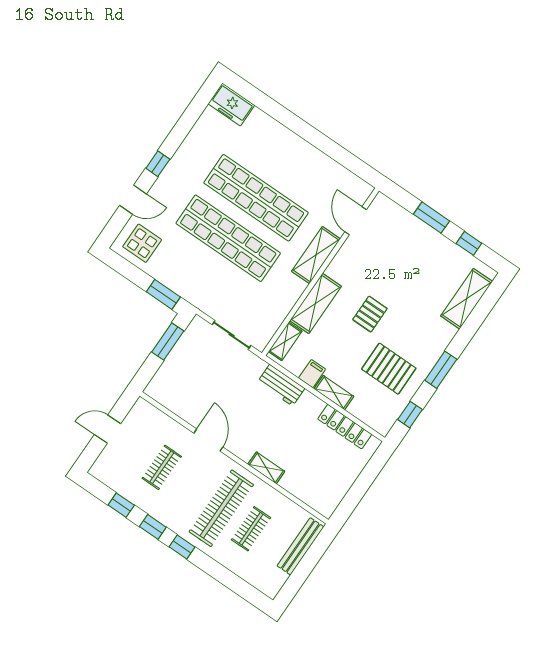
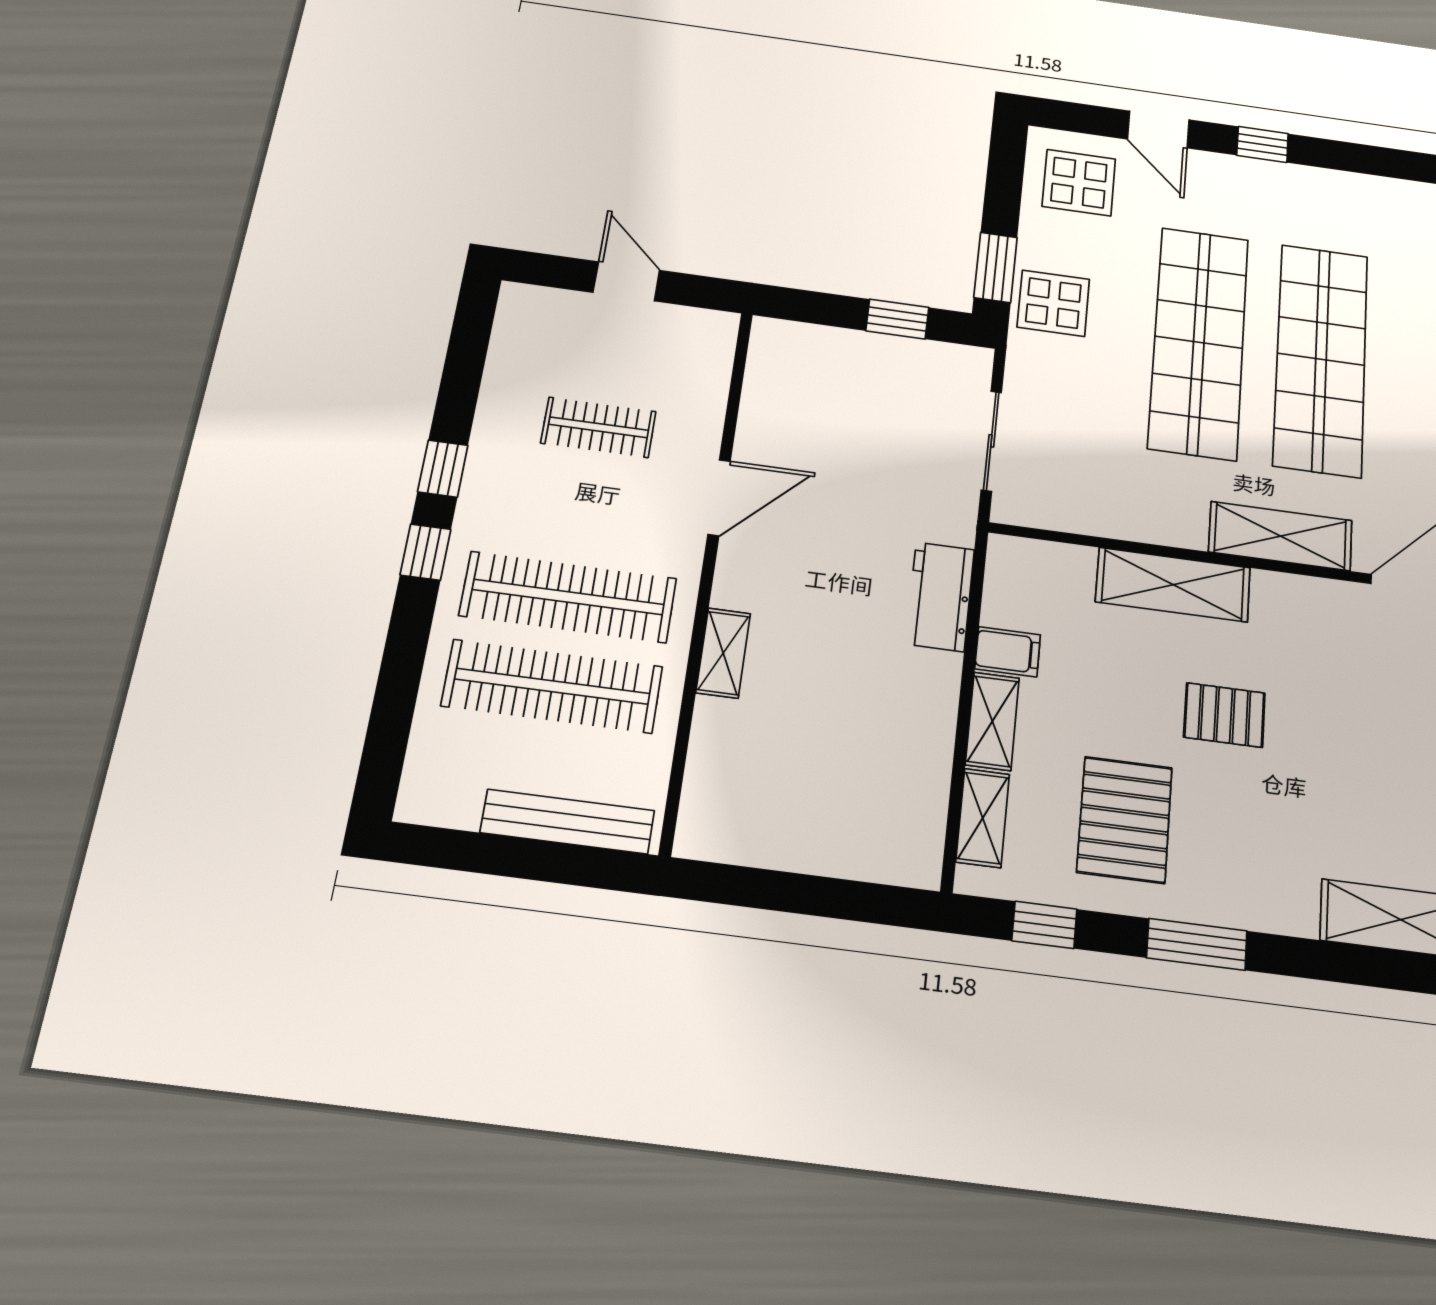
display table: (188, 282) -> (1053, 303), added
window: (168, 341) -> (897, 319), width x0.67
shelving: (285, 341) -> (983, 818), moved, turned 90
locker: (345, 427) -> (925, 785), removed
window: (121, 505) -> (461, 381), removed
clothes rail: (251, 529) -> (552, 686), width x1.86, depth x1.31

